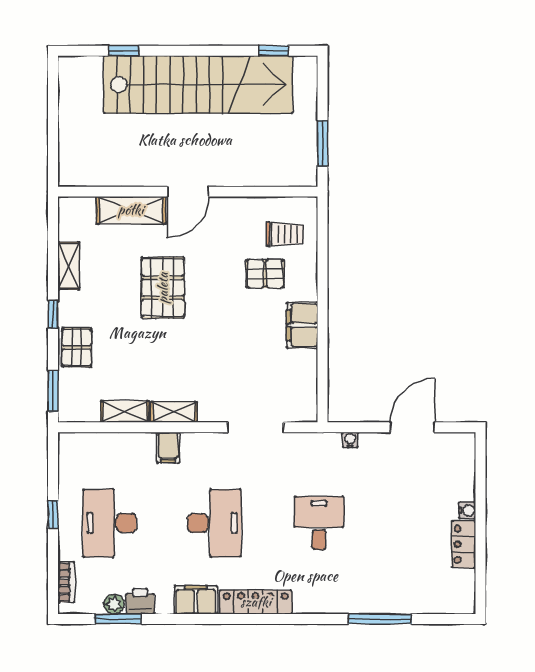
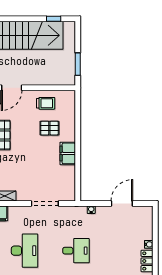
trolley: (285, 234) -> (46, 103), moved
desk: (319, 523) -> (76, 251), turned 90

